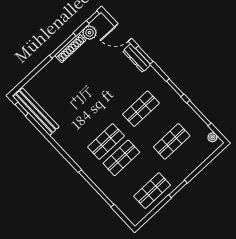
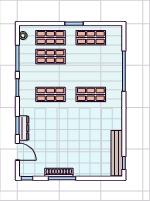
plant: (89, 33) -> (38, 171), removed
shop shelf: (121, 158) -> (50, 38), moved

